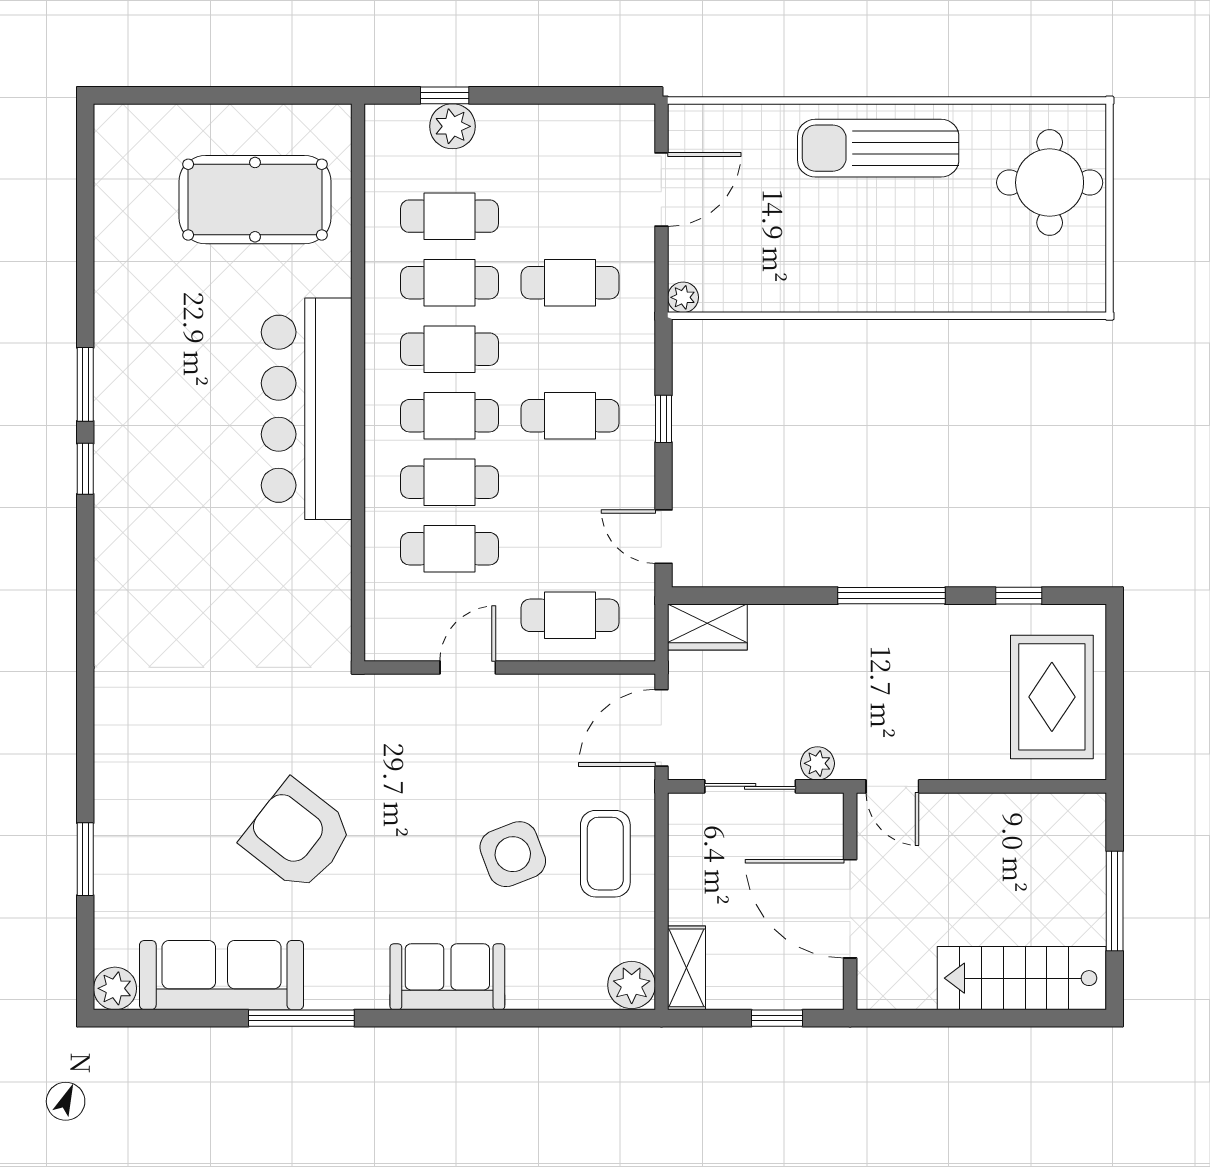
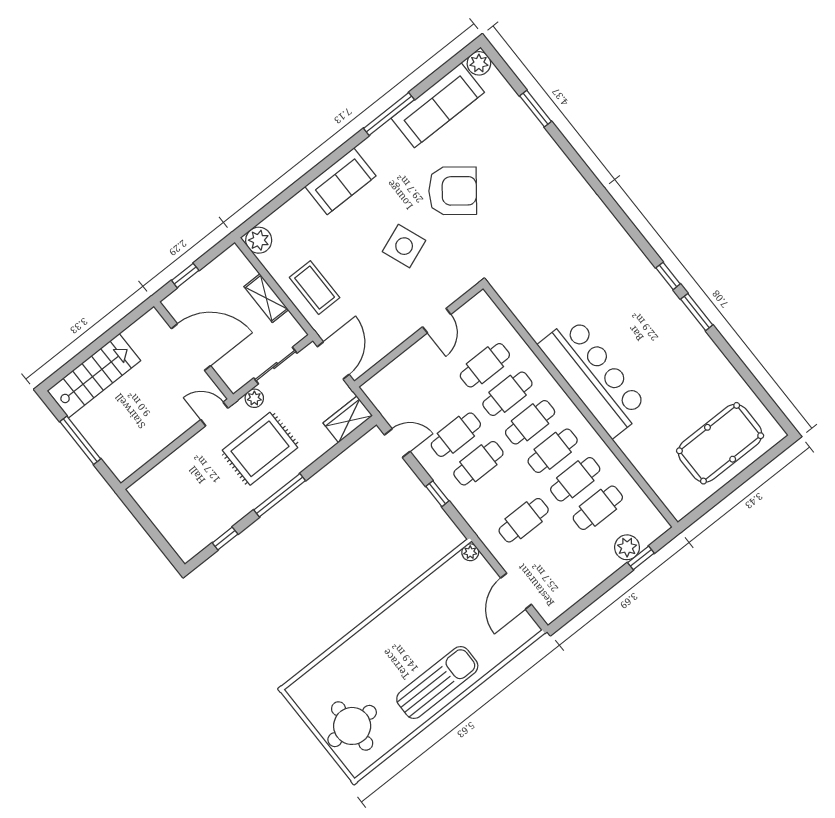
pool table: (255, 200) -> (720, 443), moved
cafe table: (570, 615) -> (456, 435), moved
rug: (1052, 697) -> (260, 449), moved, turned 90
side table: (513, 854) -> (404, 246), moved
shelving: (687, 968) -> (266, 298), moved

